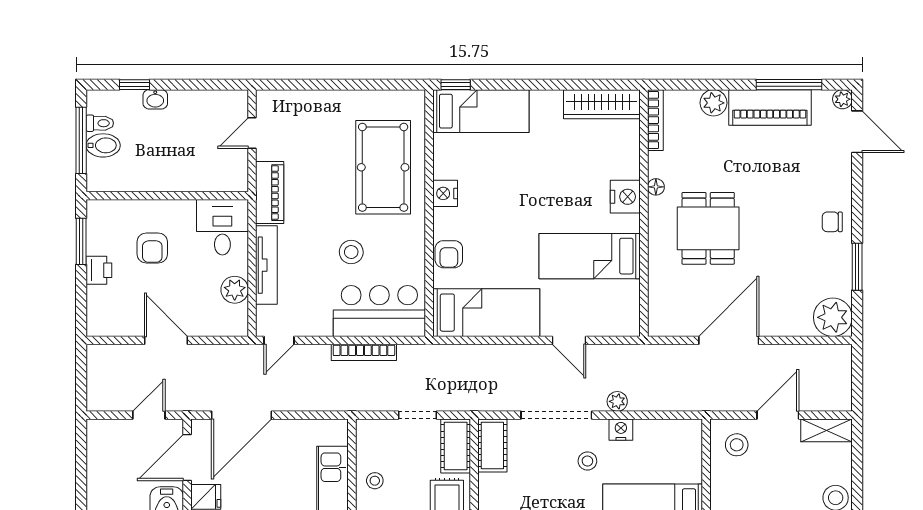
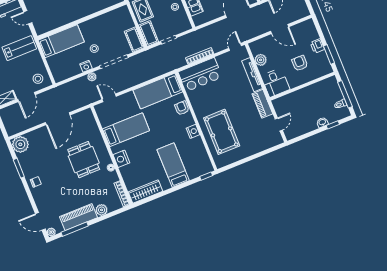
bed: (481, 111) -> (173, 165), moved, turned 90
bidet: (103, 145) -> (336, 96), removed
stool: (351, 252) -> (221, 93), removed
door: (569, 340) -> (109, 98), moved

